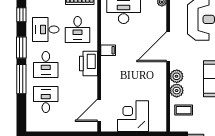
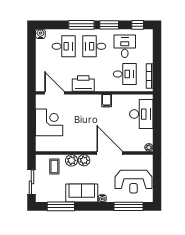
desk: (78, 29) -> (125, 74), turned 180
printer: (88, 64) -> (83, 83), moved
water cooler: (32, 126) -> (40, 34), added

